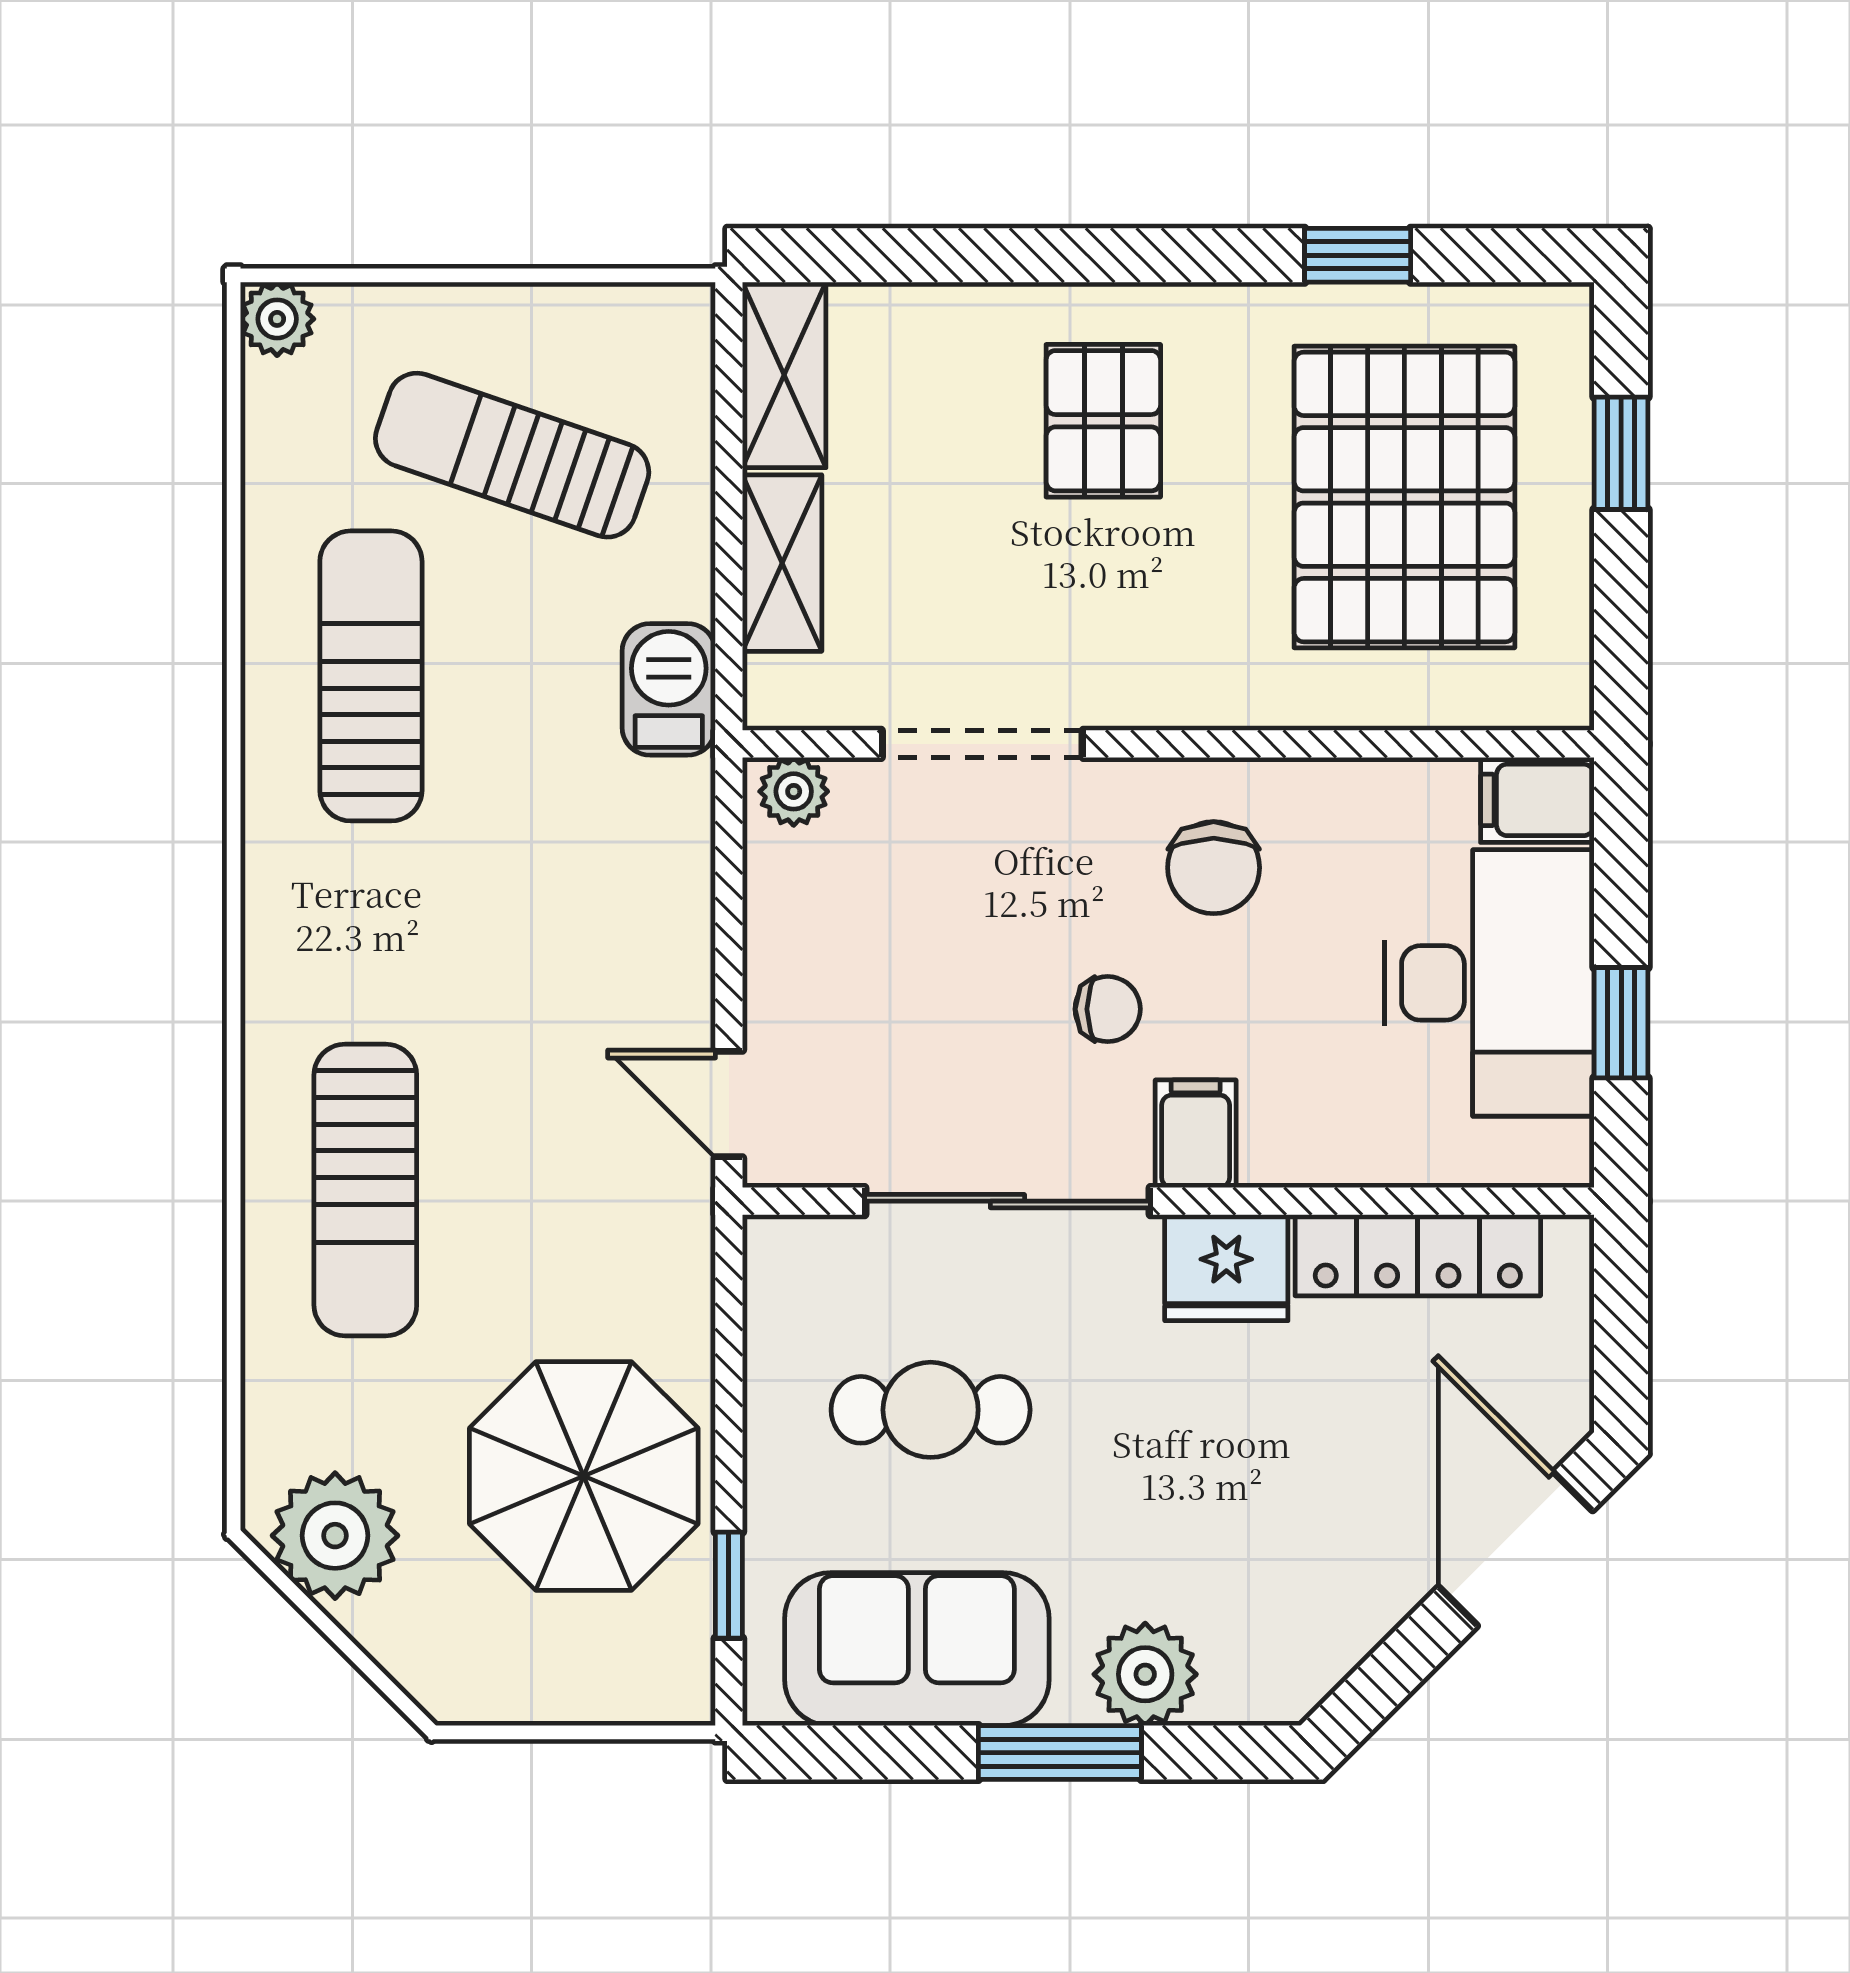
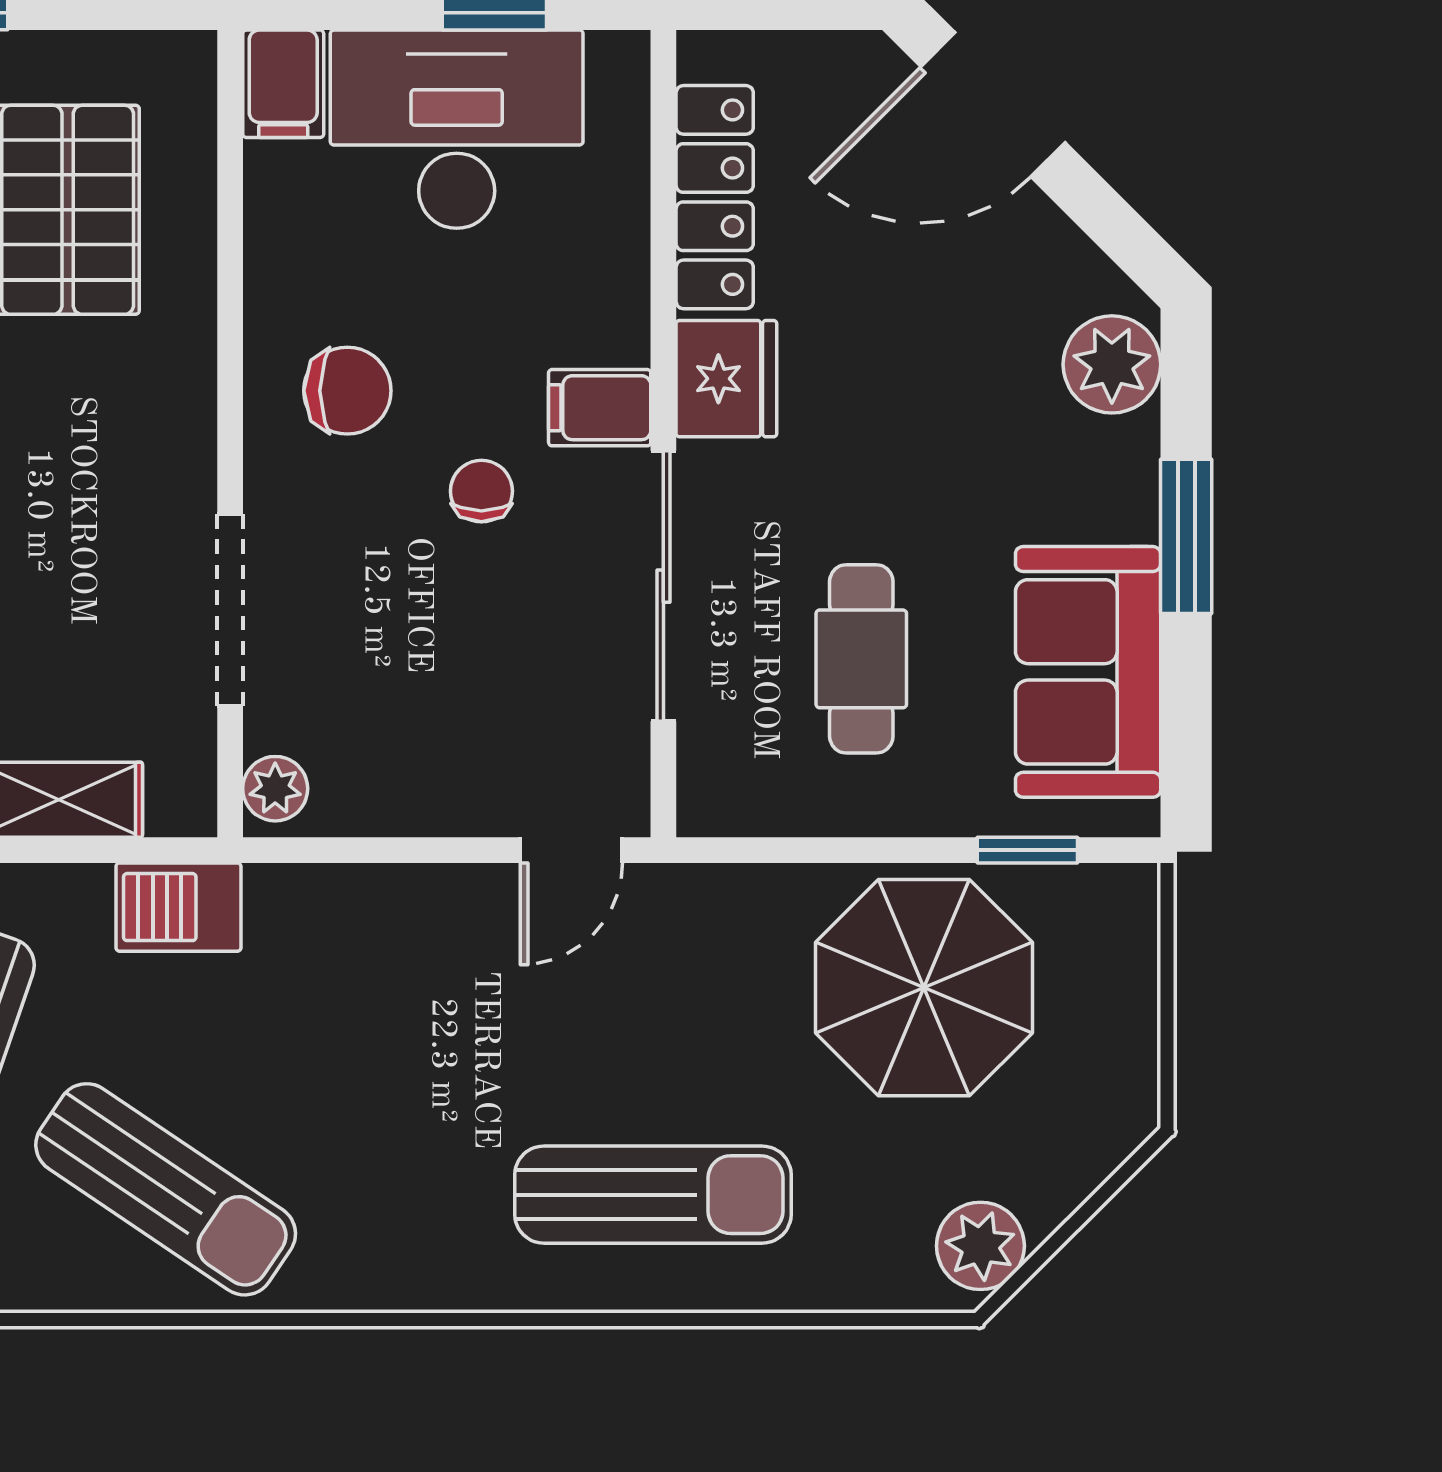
sun lounger: (371, 676) -> (166, 1189), turned -146
plant: (335, 1536) -> (980, 1246), width x0.73, depth x0.73
plant: (1145, 1674) -> (1112, 364), moved

